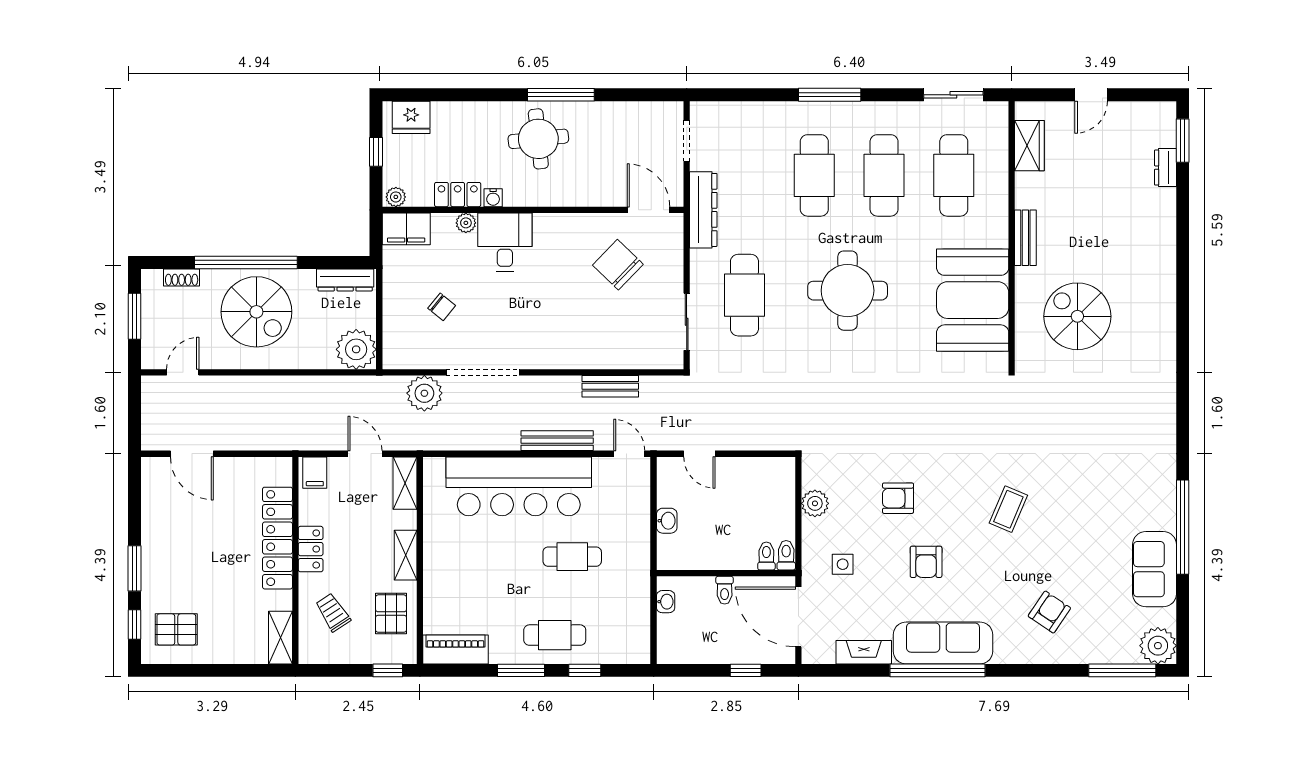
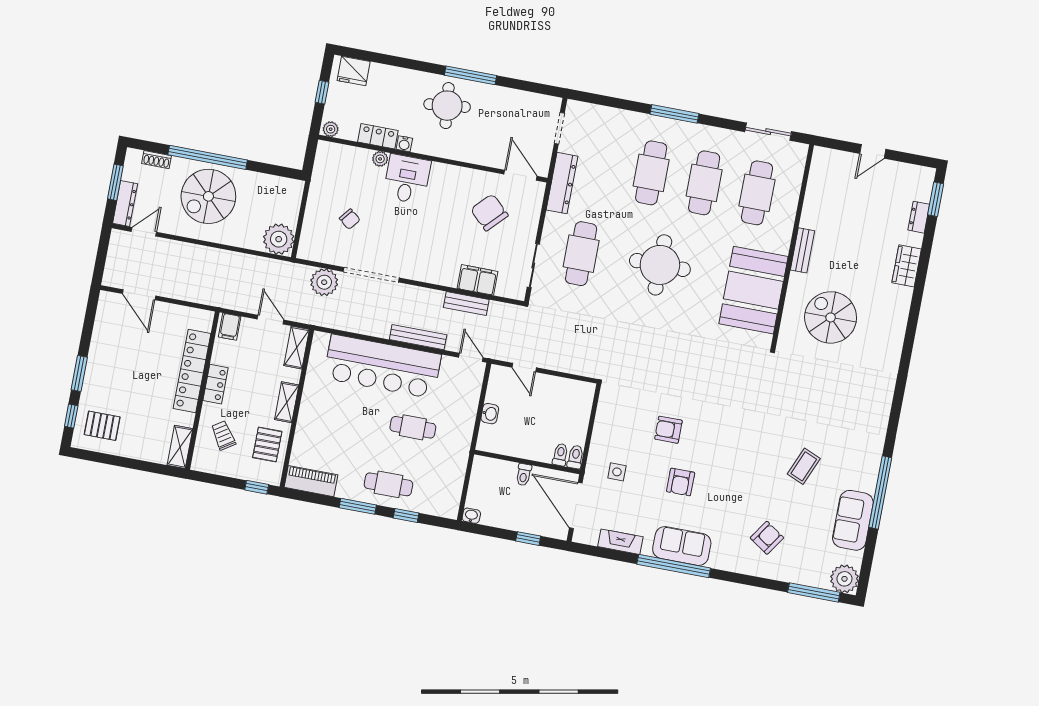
wardrobe: (1029, 146) -> (907, 266), moved, turned 180
filing cabinet: (406, 229) -> (478, 280), moved, turned 180
dresser: (345, 280) -> (125, 204), moved, turned -90
spiral stairs: (256, 312) -> (208, 196), turned 90
plant: (815, 503) -> (605, 422), removed
coffee table: (1008, 509) -> (804, 466), moved
washbasin: (666, 602) -> (471, 516), moved, turned -90
sofa: (943, 643) -> (682, 546), width x0.73

